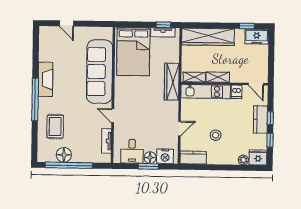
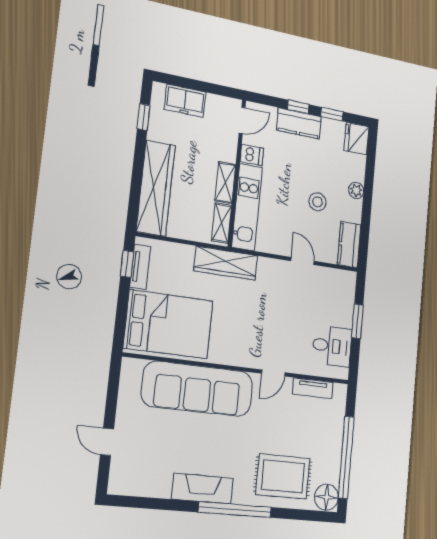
door: (67, 23) -> (107, 442), swing flipped
freezer: (257, 37) -> (185, 101), moved, turned 90
rug: (55, 127) -> (283, 476), width x1.36, depth x1.43
floor lamp: (64, 155) -> (327, 497), moved
nightstand: (165, 156) -> (344, 291), removed
floor lamp: (150, 158) -> (344, 317), removed
plant: (243, 160) -> (356, 190), moved

